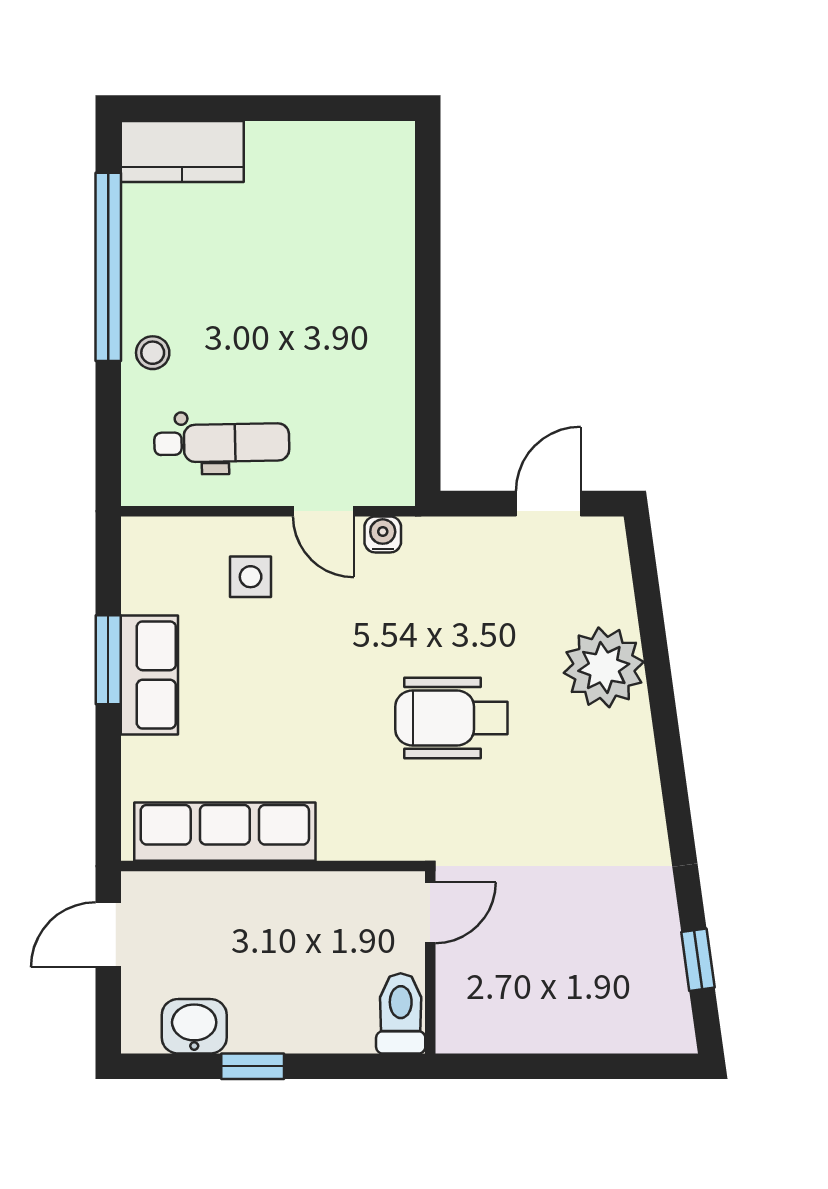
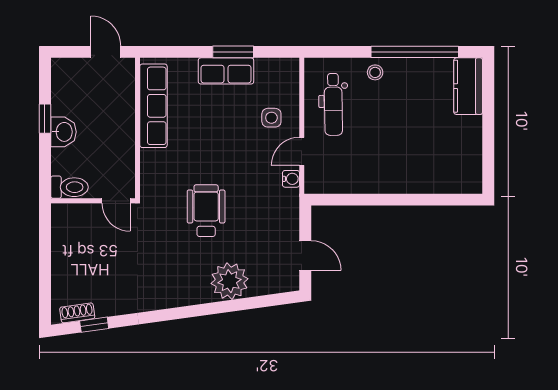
shoe rack: (672, 996) -> (77, 313), added
washbasin: (194, 1026) -> (63, 132), moved

